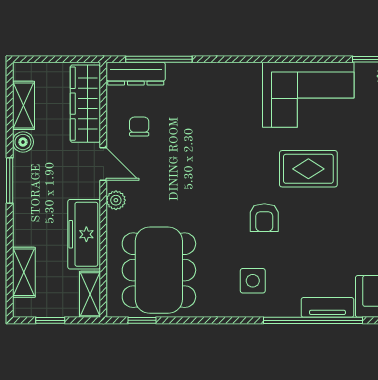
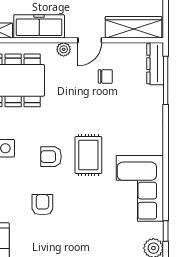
chair: (139, 127) -> (105, 76), moved
rug: (308, 169) -> (88, 155), moved
armchair: (331, 230) -> (42, 205), added

